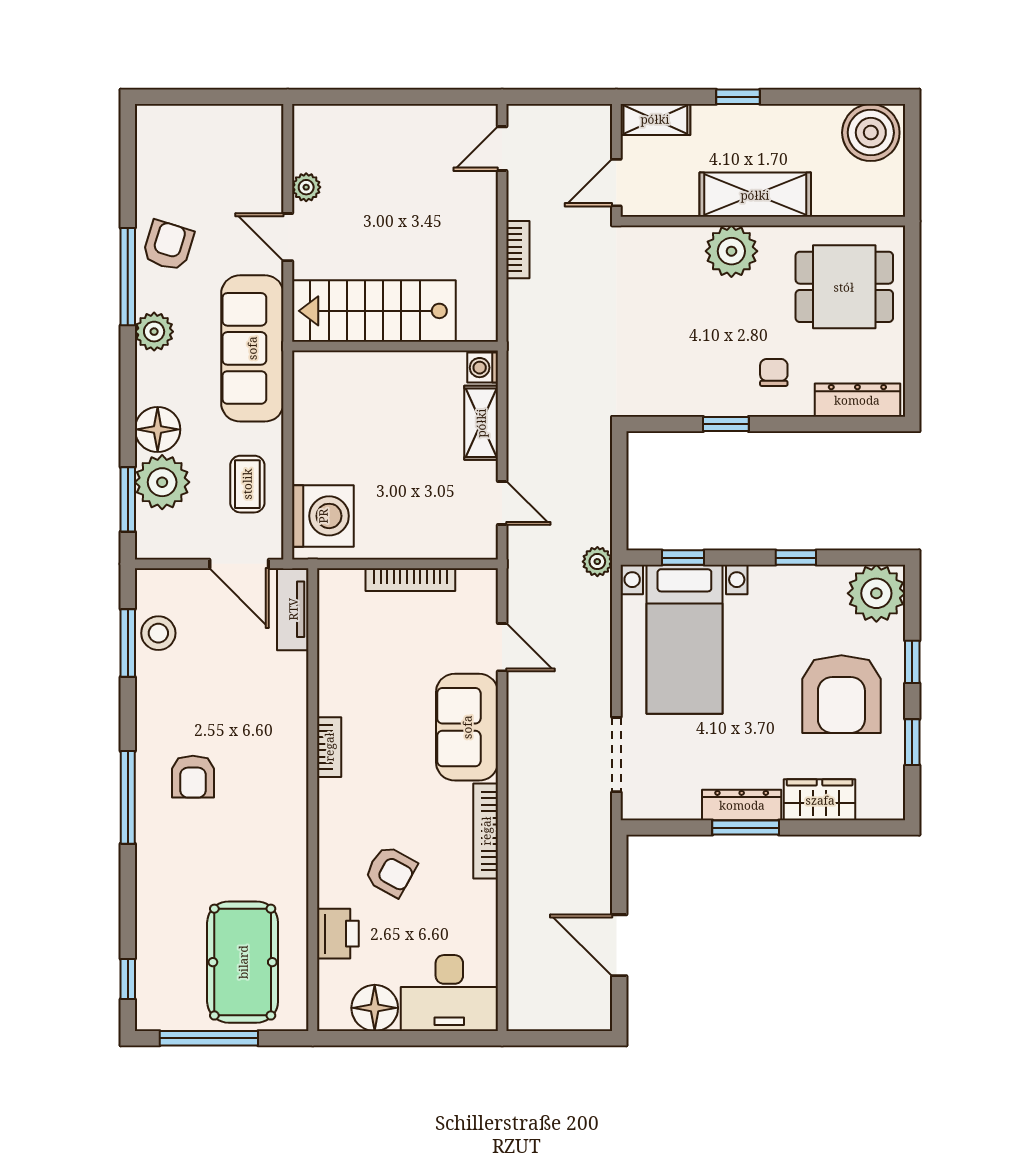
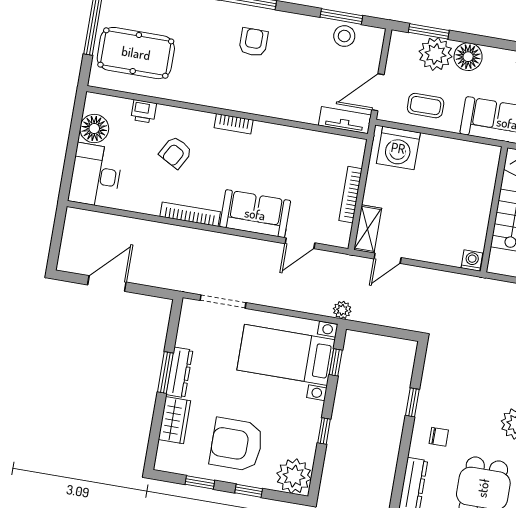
shelving: (481, 423) -> (368, 229), moved, turned 90
bookcase: (329, 747) -> (234, 124), moved
armchair: (193, 777) -> (254, 42), turned 90
printer: (338, 934) -> (144, 111), width x0.73, depth x0.81

